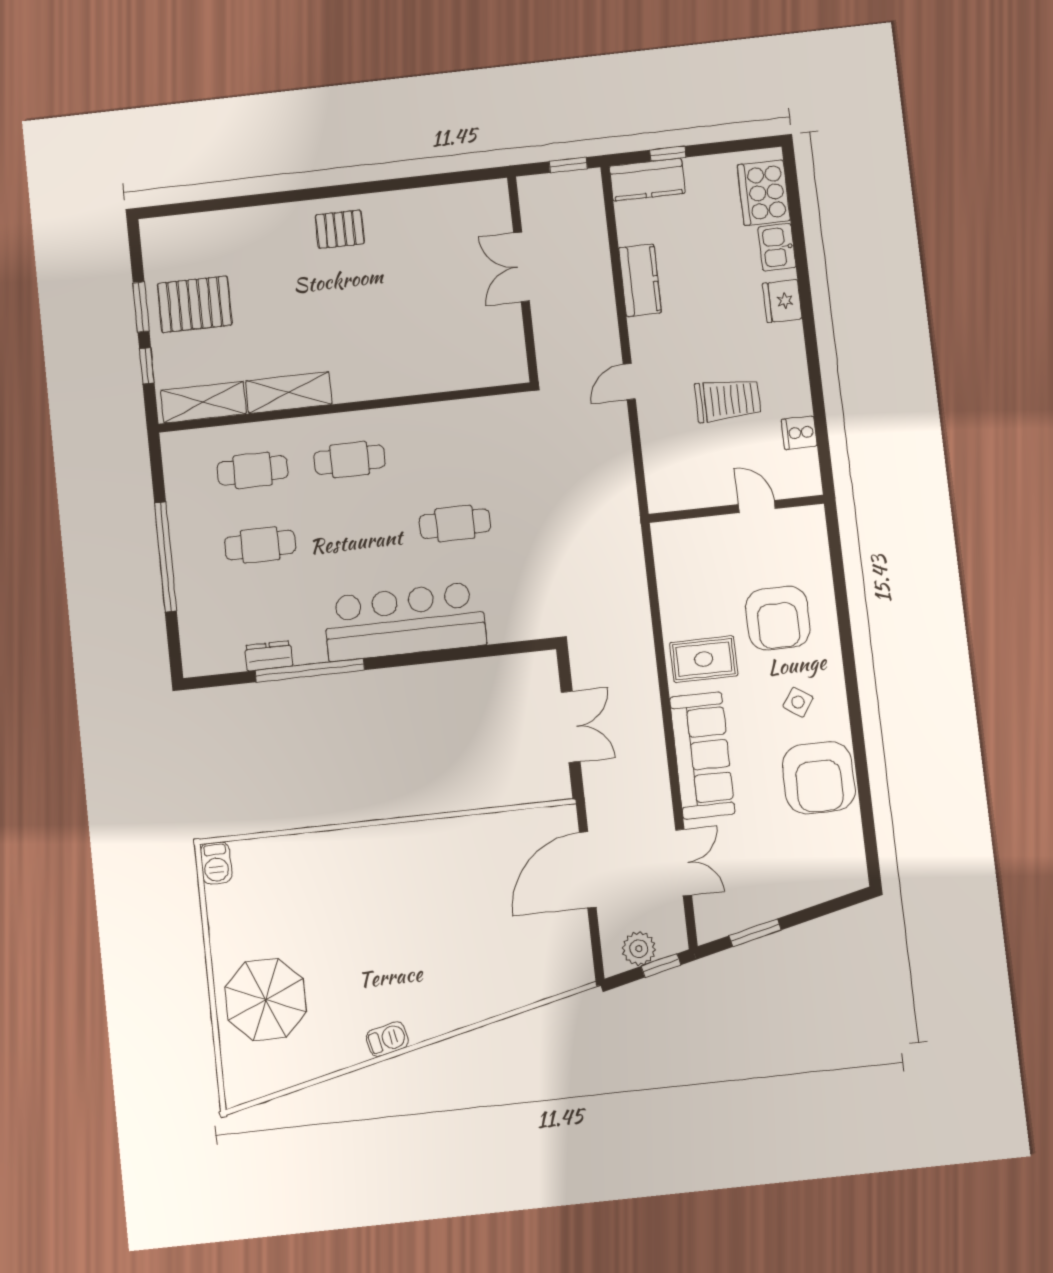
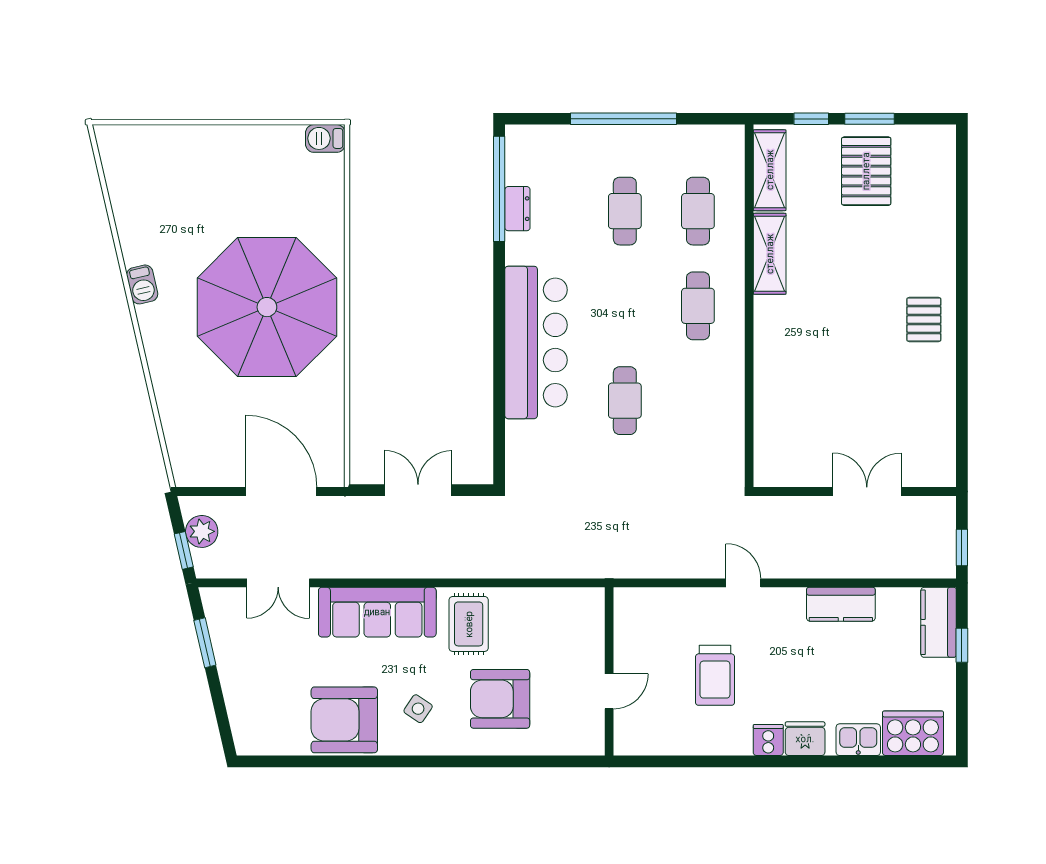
cooker: (799, 433) -> (768, 740), moved
window: (310, 670) -> (499, 189), moved
double door: (571, 727) -> (418, 490), swing flipped
parasol: (266, 1000) -> (267, 307), moved, width x1.86, depth x1.86

